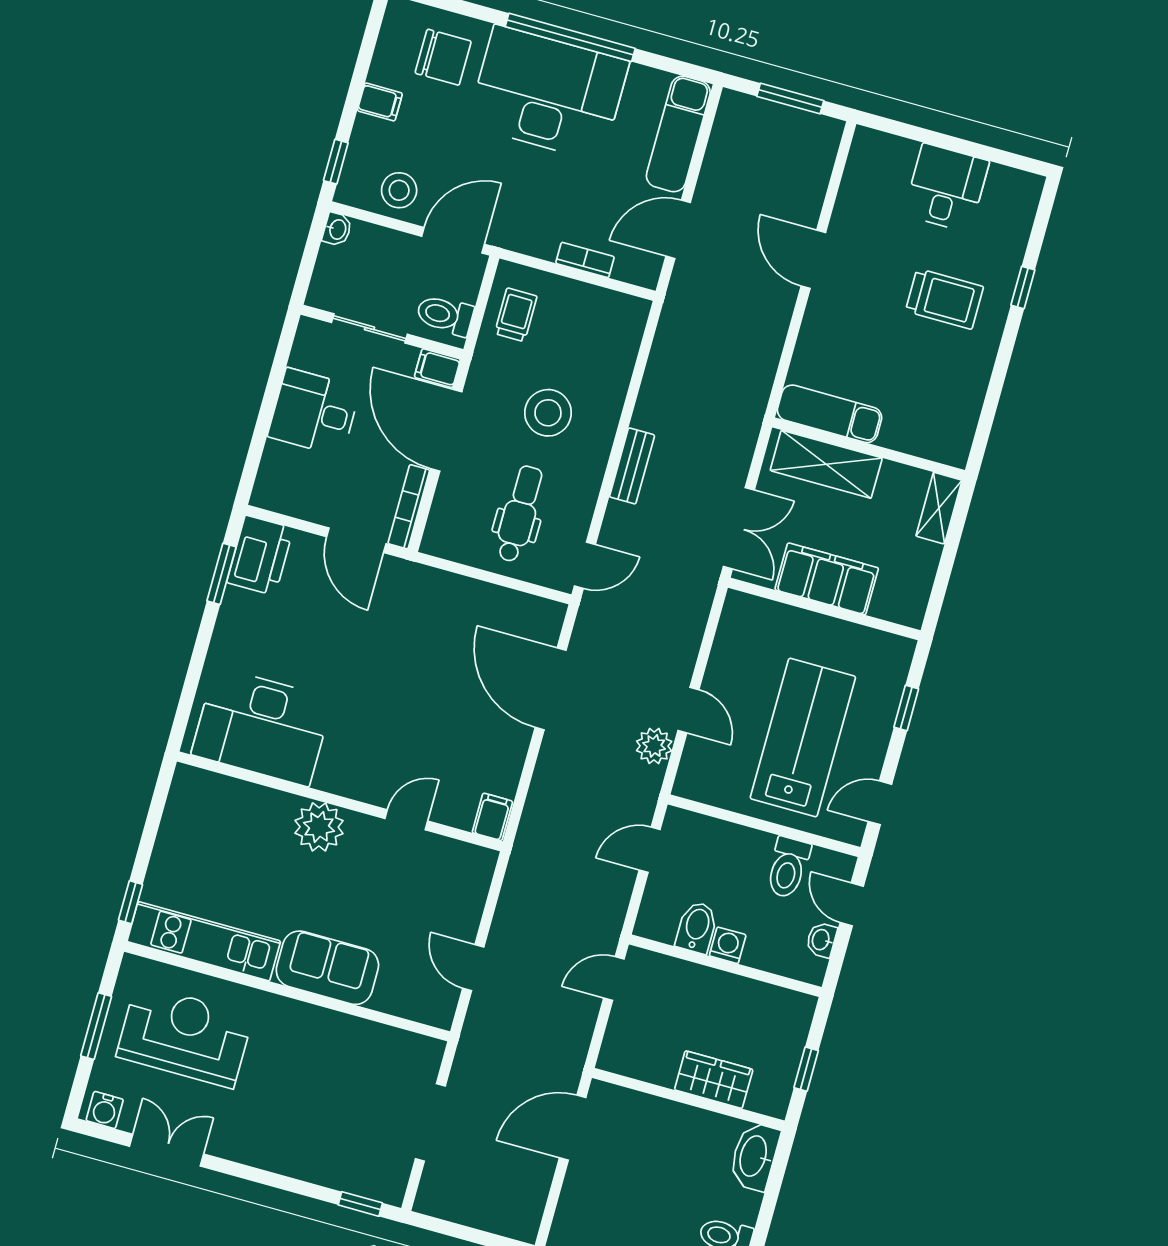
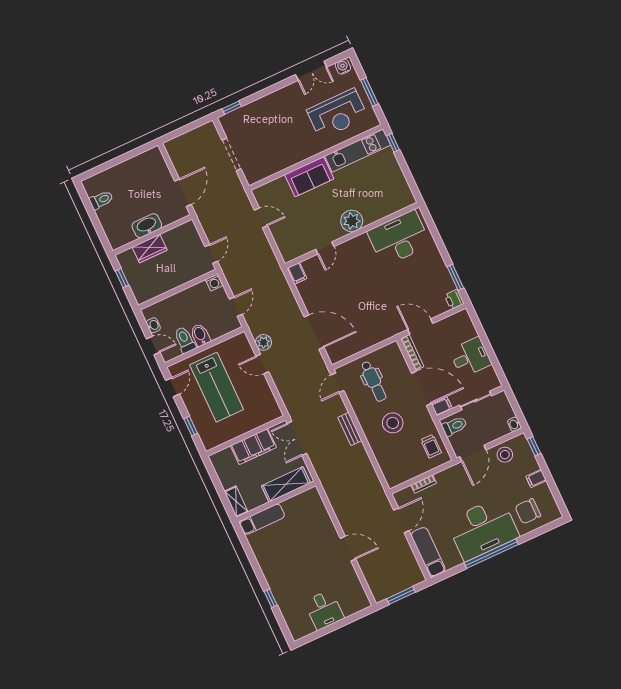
trolley: (944, 299) -> (293, 573), removed
exam couch: (830, 414) -> (262, 519), moved
printer: (260, 555) -> (454, 299), width x0.53, depth x0.68
bidet: (697, 927) -> (200, 335), moved, turned 180
washing machine: (728, 945) -> (214, 283), moved
washbasin: (754, 1156) -> (147, 226), moved, turned -90

